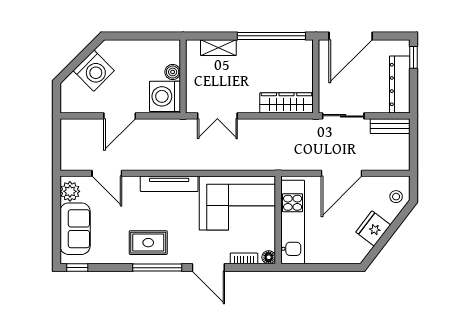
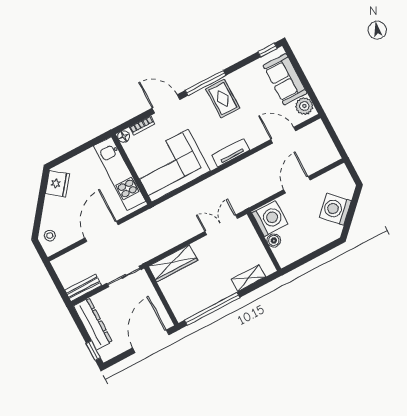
tv unit: (169, 184) -> (231, 153), width x0.71
fridge: (373, 229) -> (57, 184), moved
rug: (148, 243) -> (223, 98), turned 90

